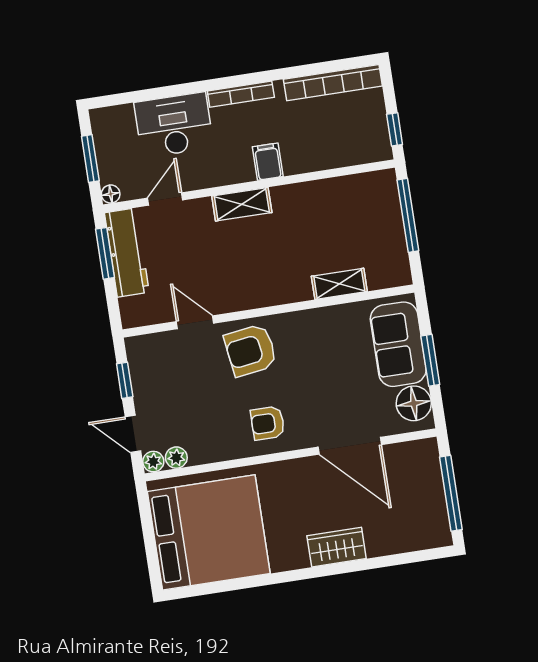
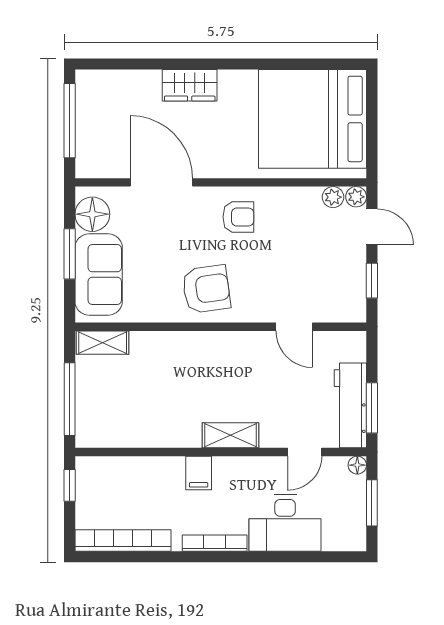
shelving: (339, 284) -> (103, 343), moved
armchair: (251, 350) -> (206, 289), moved

